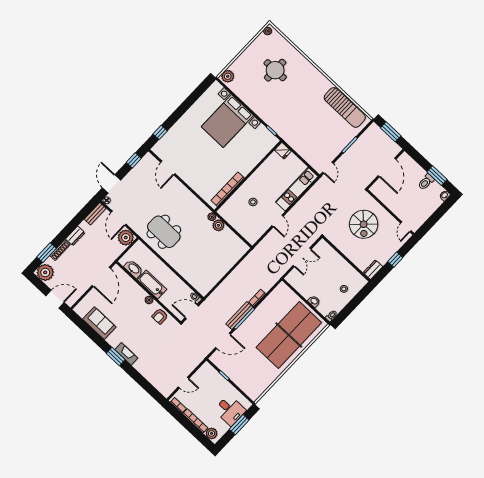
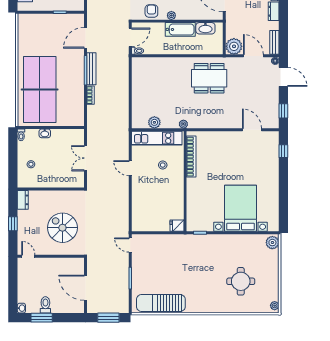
kitchen unit: (297, 189) -> (157, 138), moved, turned 90
plant: (218, 225) -> (154, 122), moved

